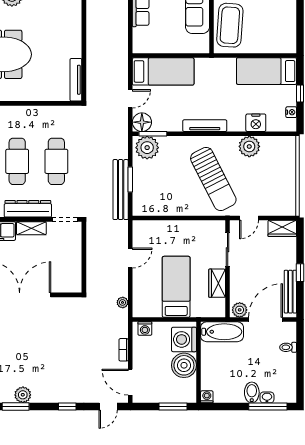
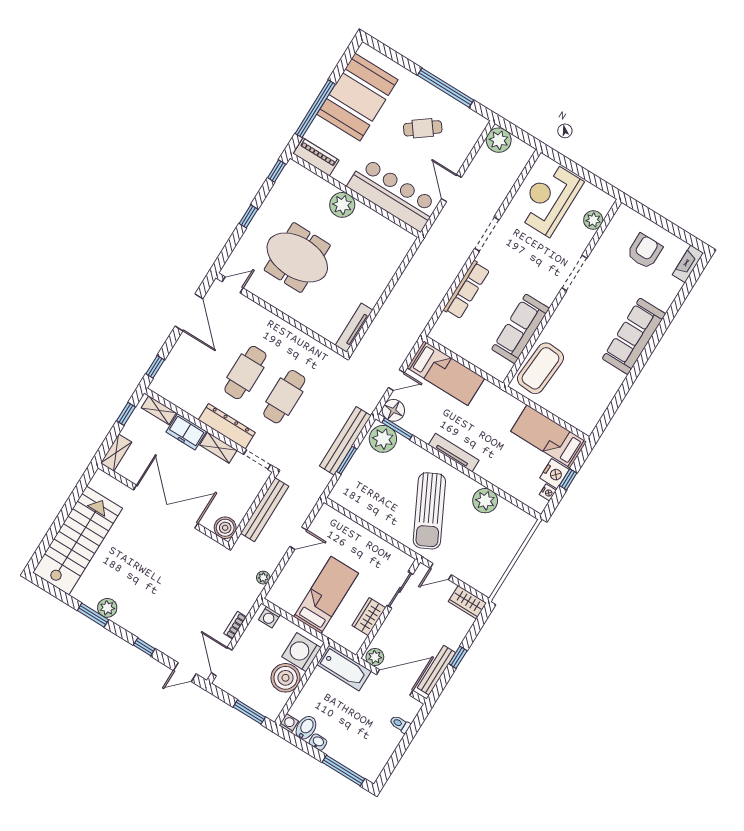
nightstand: (256, 123) -> (554, 474), moved, turned -90
bench: (121, 190) -> (345, 441), moved
bench: (93, 252) -> (265, 510), added
boiler: (72, 283) -> (225, 528), added
bidet: (252, 392) -> (306, 728), moved
washbasin: (267, 397) -> (318, 742), moved

